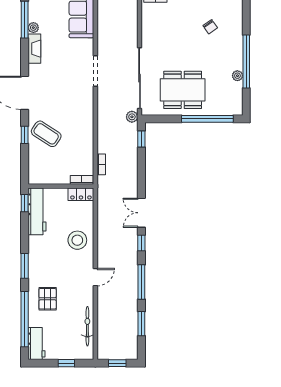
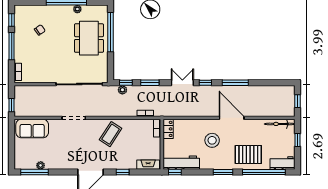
fireplace: (34, 49) -> (148, 165), moved
dining table: (183, 90) -> (89, 38), moved
plant: (132, 117) -> (122, 90), moved
coffee table: (46, 134) -> (111, 134), moved
double door: (141, 213) -> (182, 83), swing flipped
stool: (77, 240) -> (212, 140), moved
door: (95, 277) -> (232, 118), width x1.88
pallet: (48, 299) -> (248, 154), width x1.50, depth x1.42
window: (141, 324) -> (150, 83), moved
bicycle: (87, 326) -> (280, 124), moved

